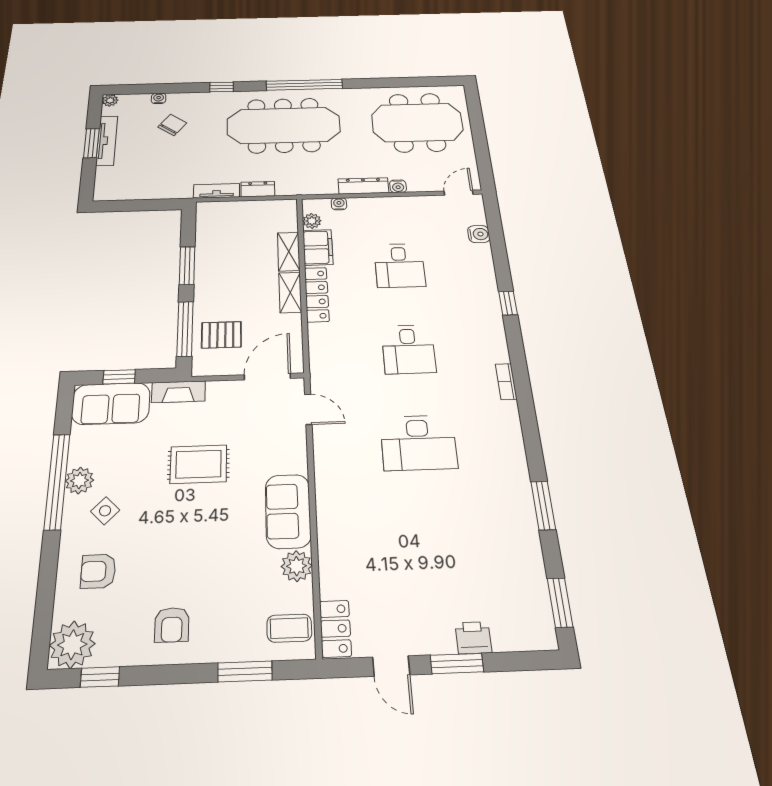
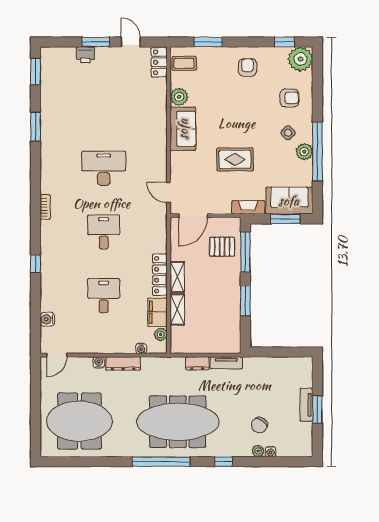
plant: (110, 100) -> (258, 451), moved
tv unit: (107, 141) -> (306, 405), width x0.71
window: (119, 377) -> (285, 219), width x1.50

